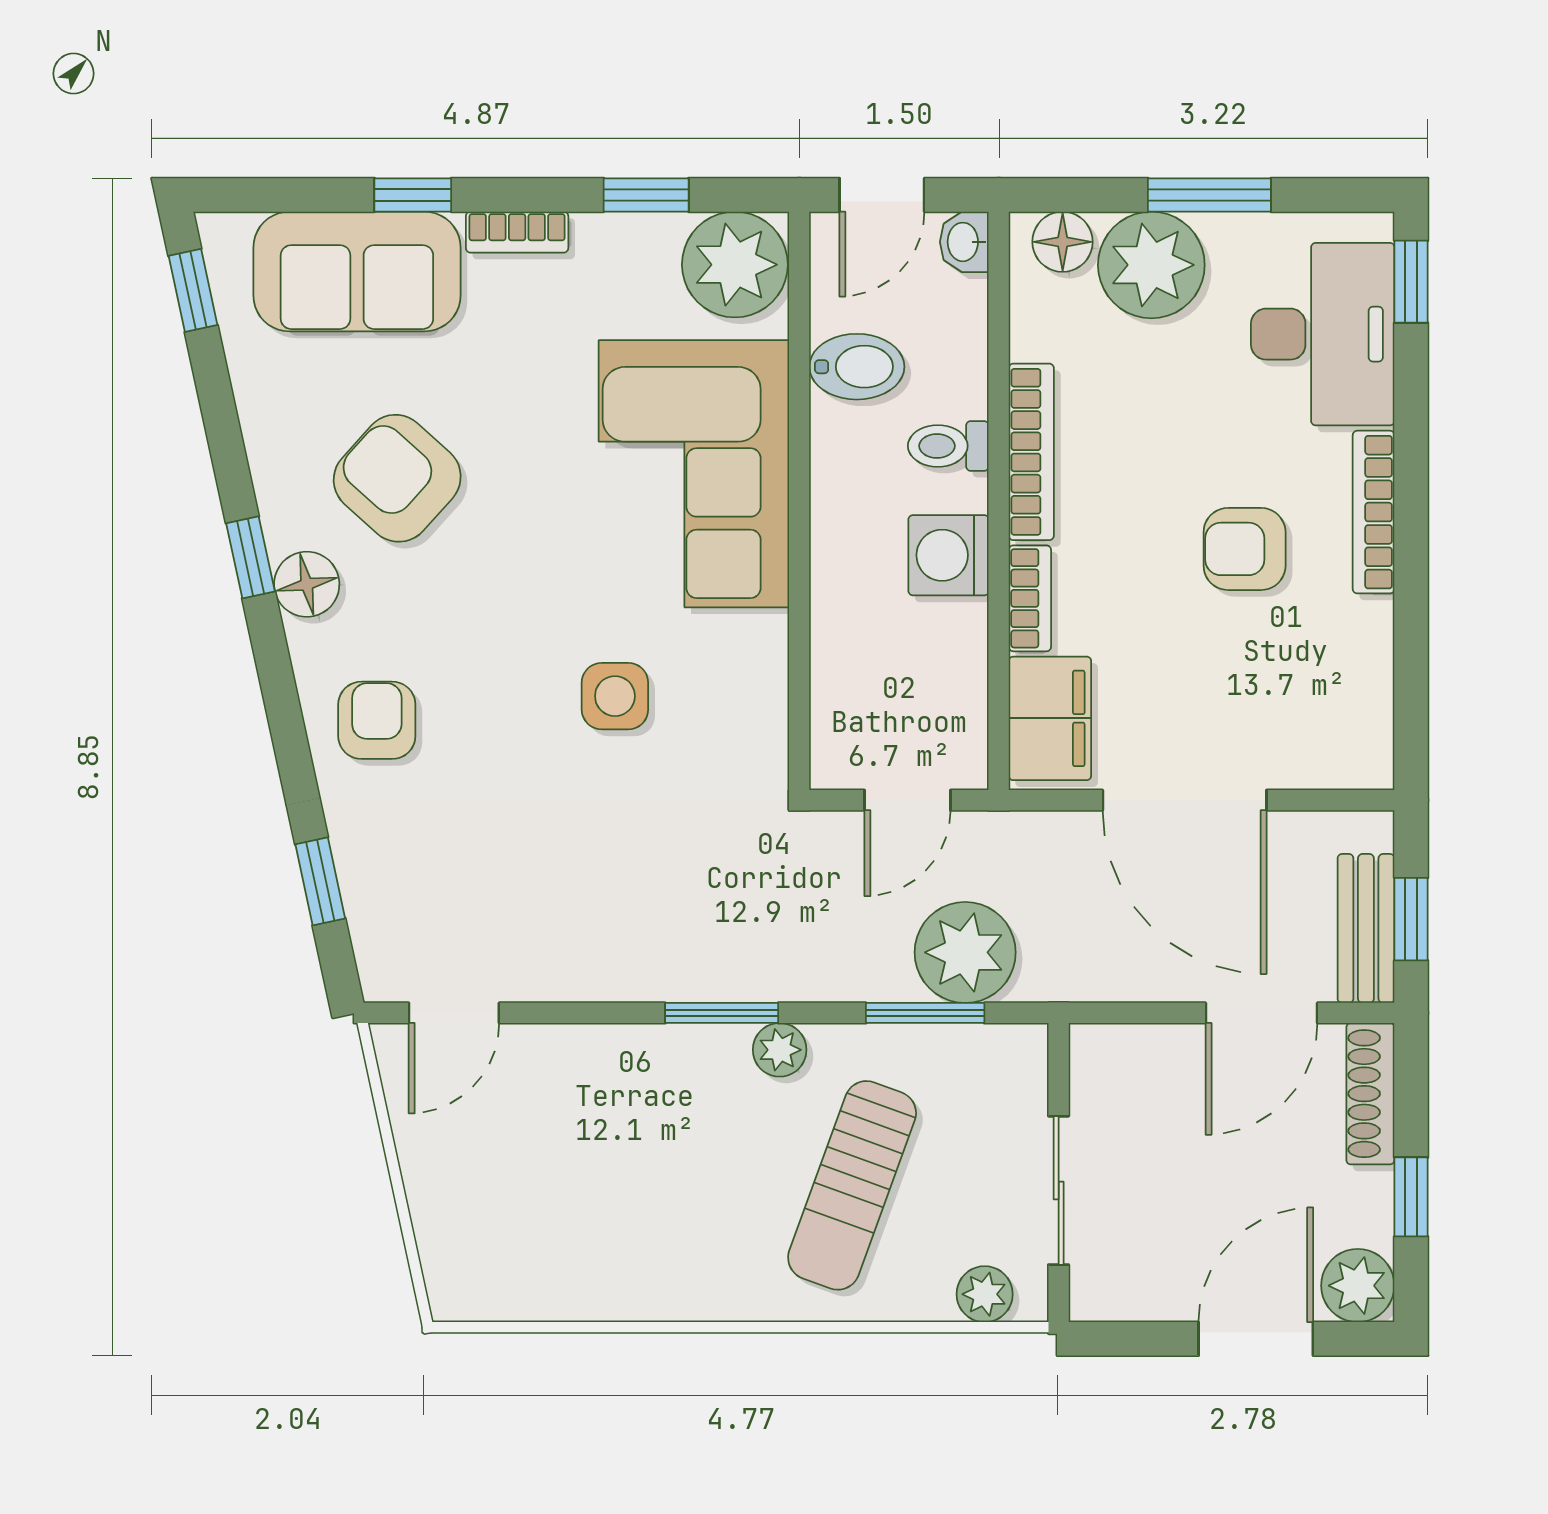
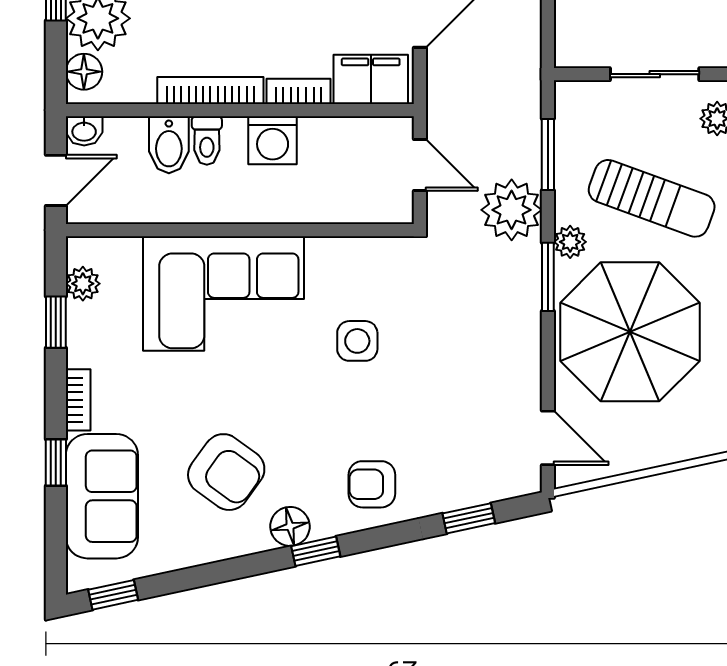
door: (882, 195) -> (56, 180), hinge flipped
plant: (735, 265) -> (83, 284), width x0.53, depth x0.53
bidet: (857, 367) -> (169, 145), moved, turned 180
armchair: (397, 478) -> (226, 472), turned -96
window: (251, 557) -> (316, 551), moved
plant: (965, 952) -> (512, 210), moved
parasol: (630, 1149) -> (630, 332), added

